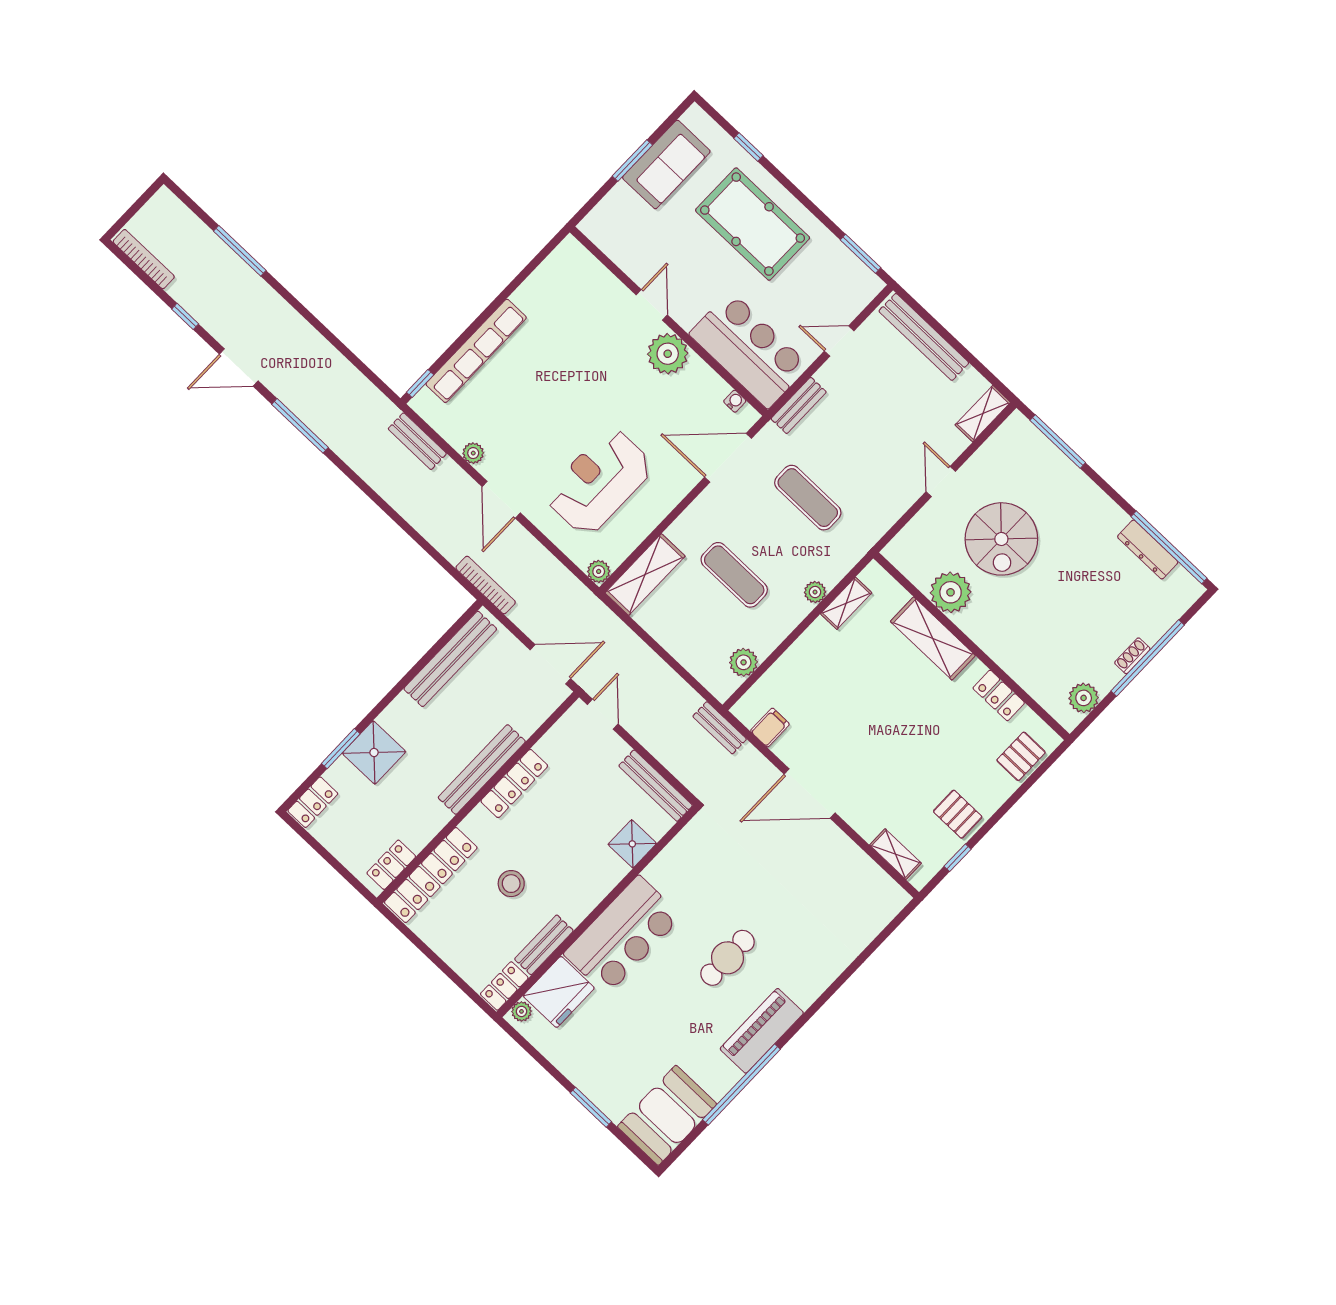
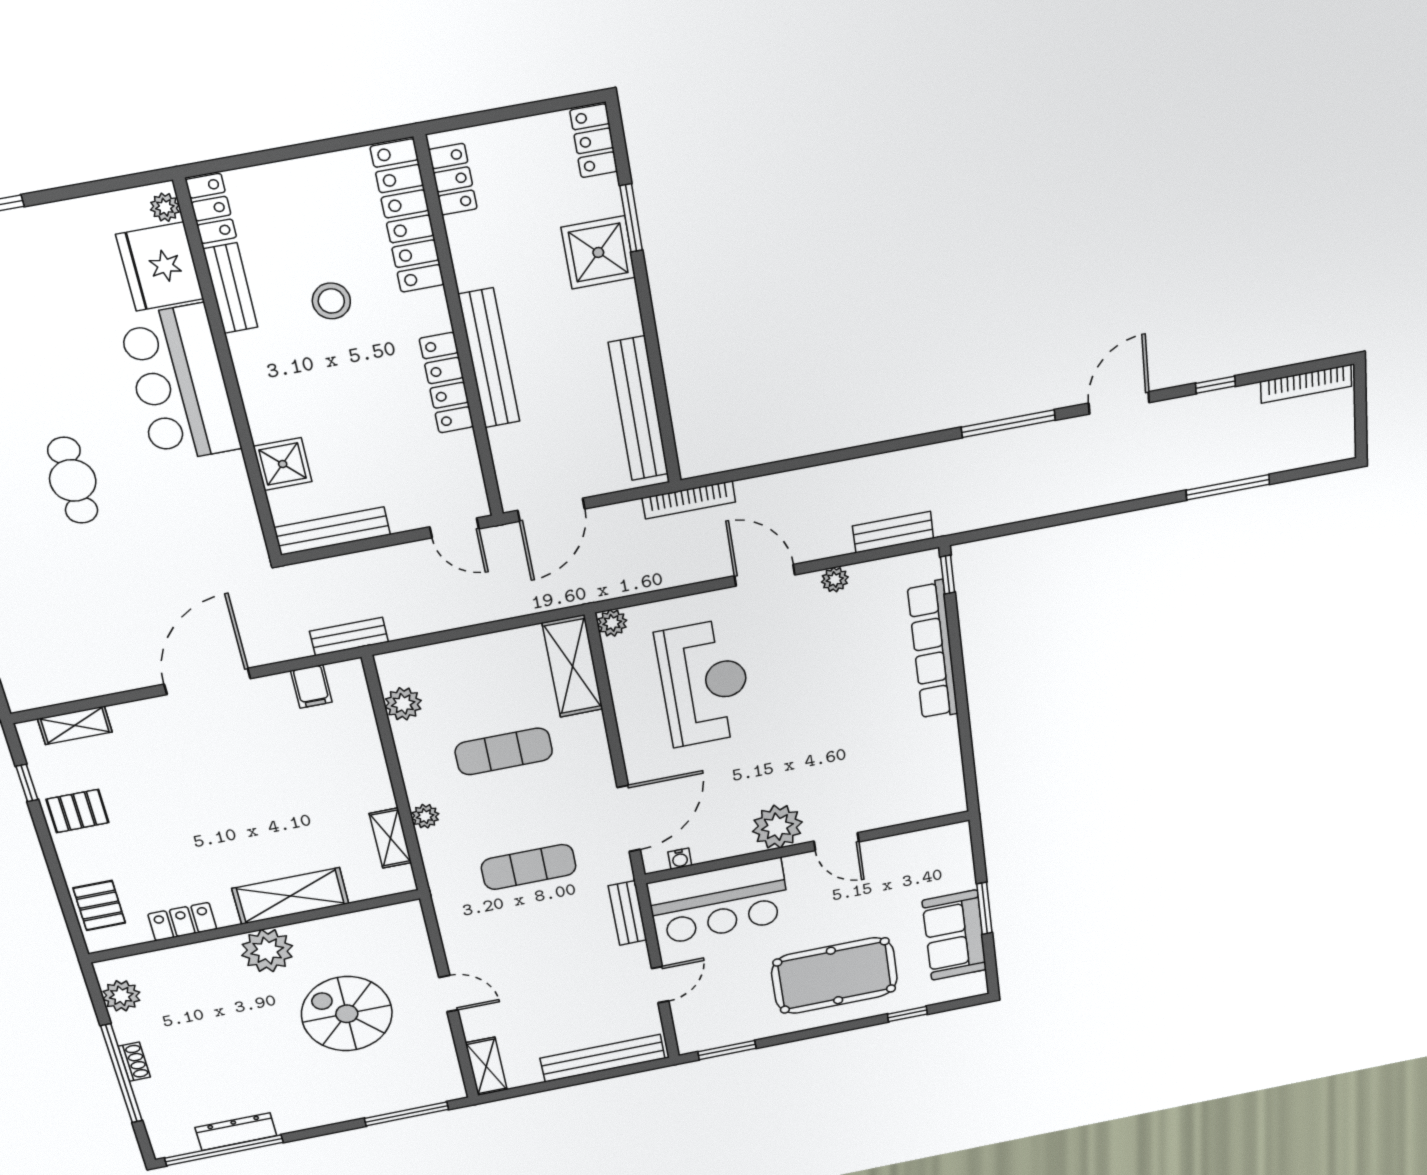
plant: (951, 592) -> (267, 951), moved

